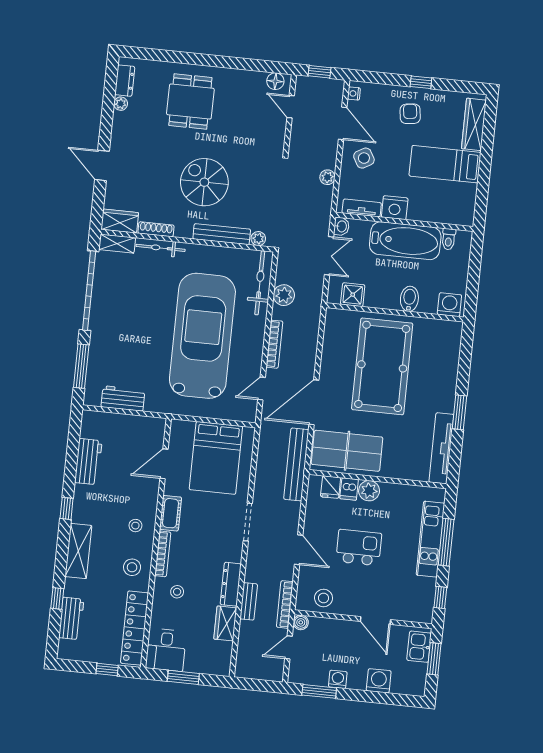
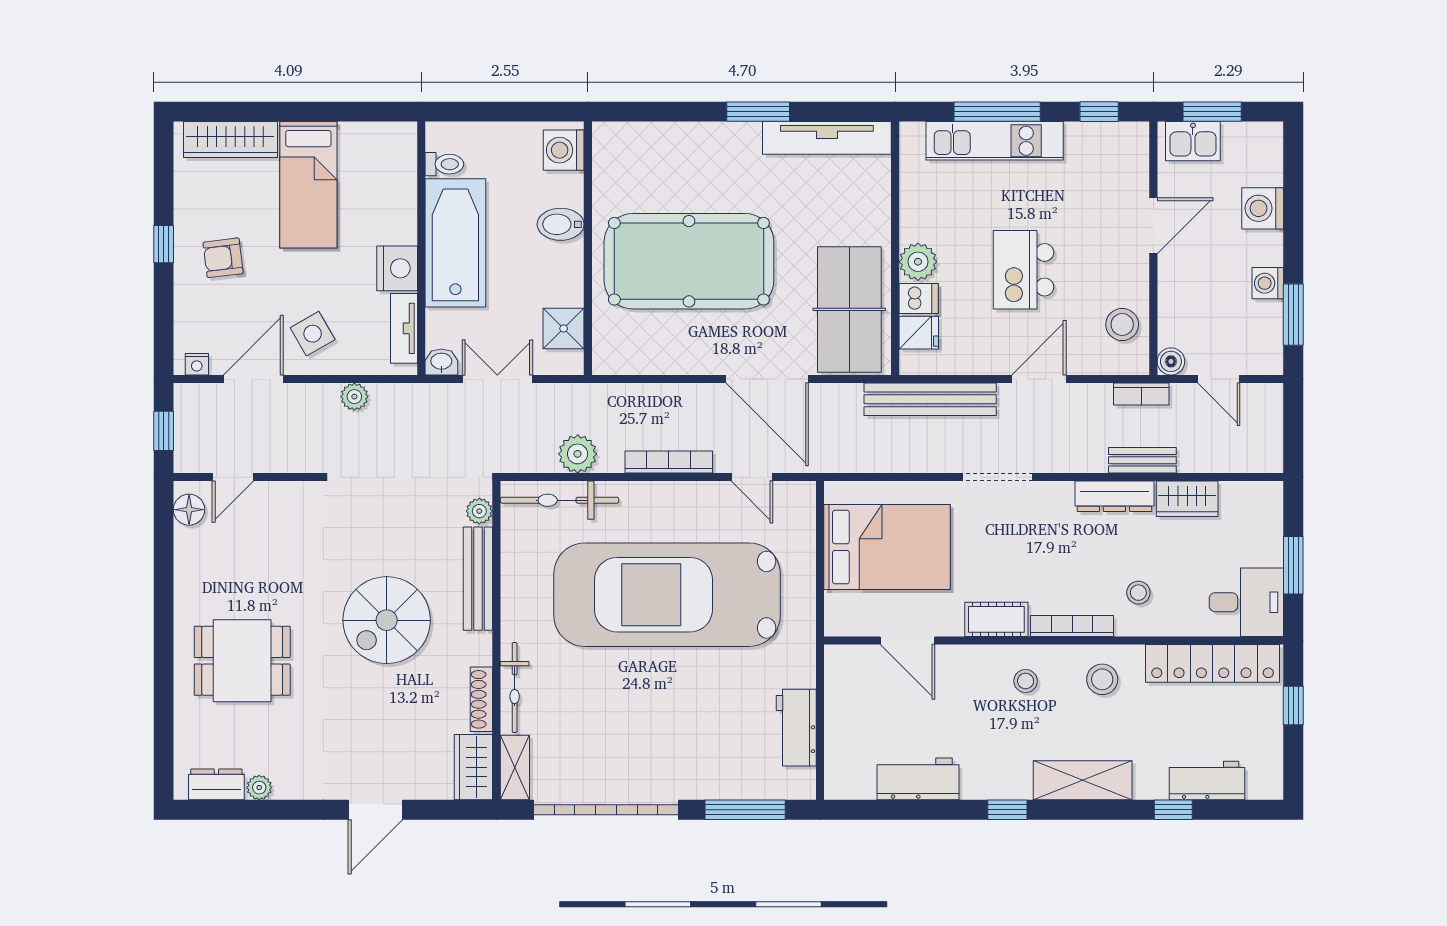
bench: (296, 464) -> (930, 399), moved
bookcase: (285, 604) -> (1141, 394), width x0.64

